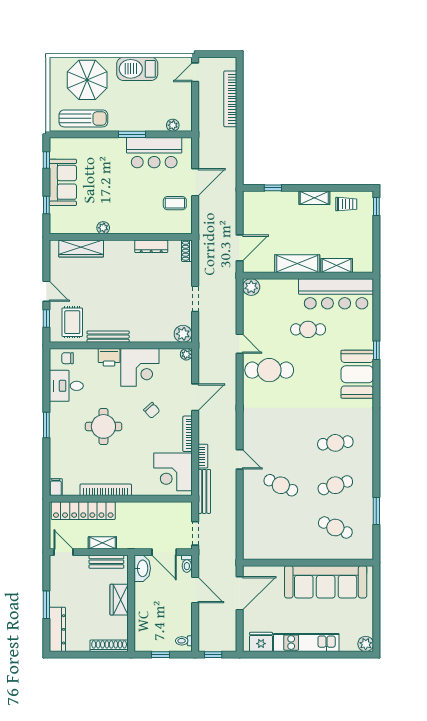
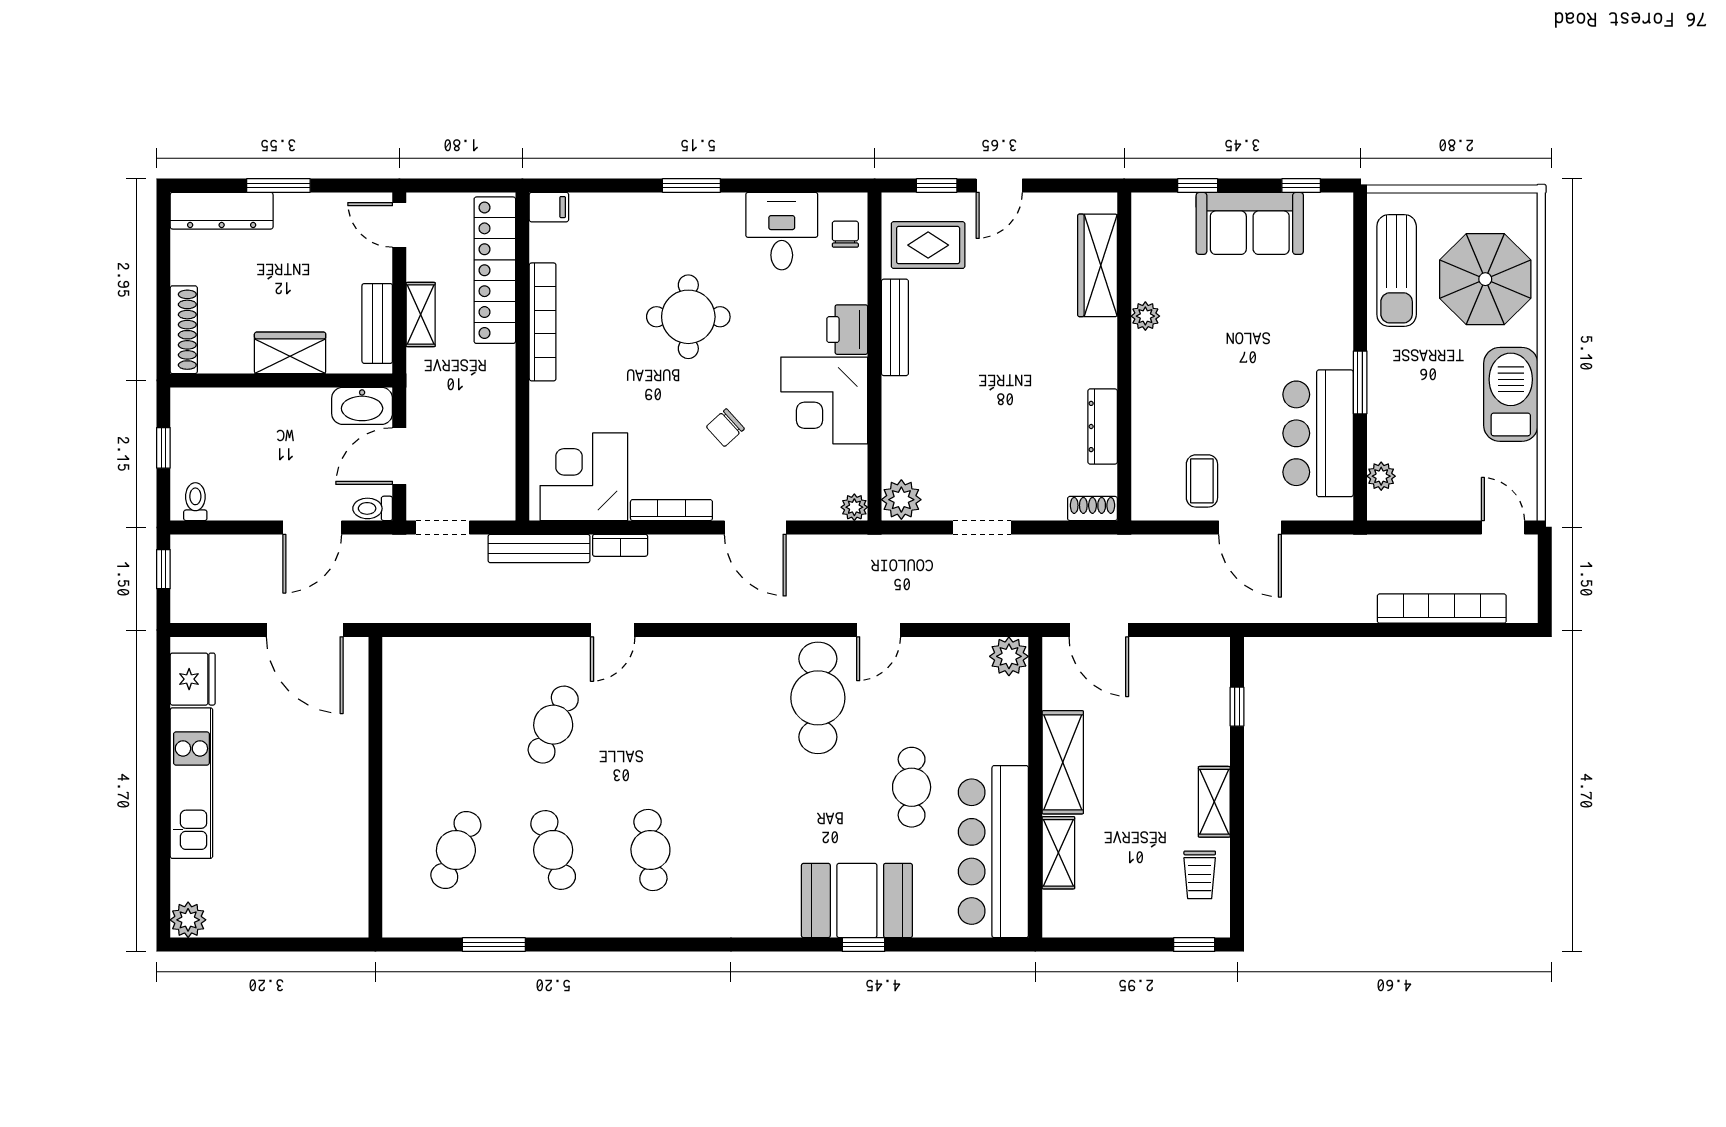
booth: (357, 374) -> (857, 900), moved
door: (64, 552) -> (399, 225), swing flipped
sofa: (326, 582) -> (331, 828), removed

